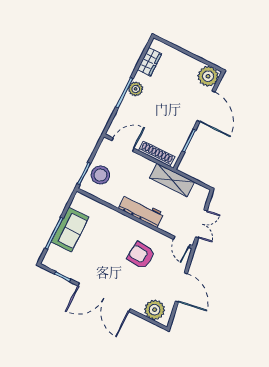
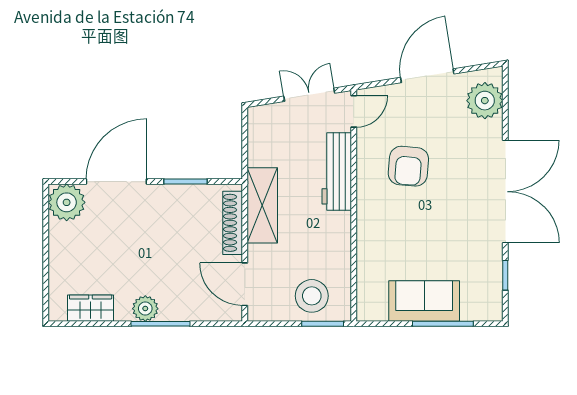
shelving: (172, 180) -> (262, 205), moved
workbench: (141, 211) -> (337, 172), moved

